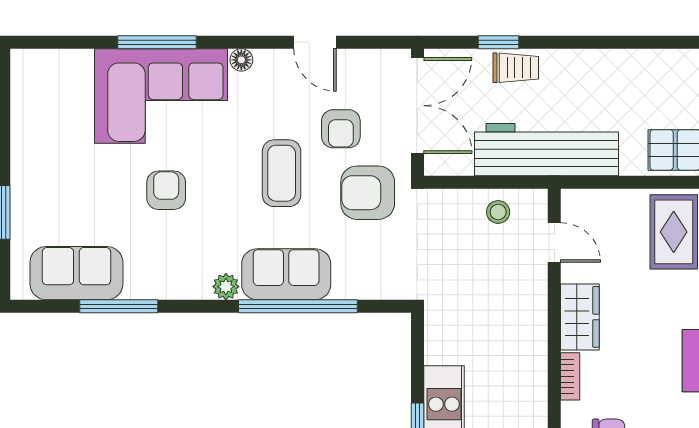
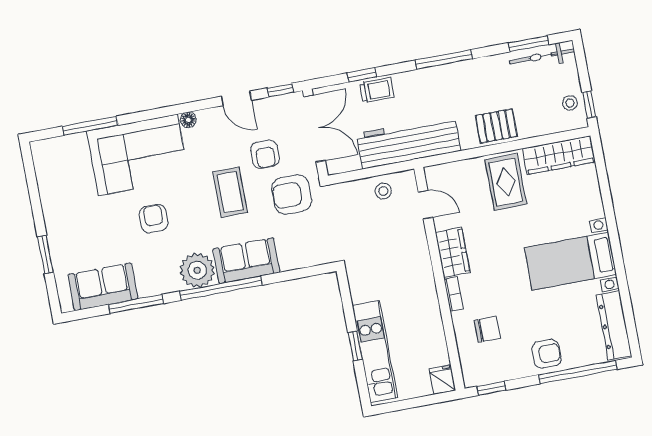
window: (157, 42) -> (90, 126), moved
window: (379, 42) -> (280, 90), added
window: (619, 42) -> (444, 60), added
plant: (226, 287) -> (197, 270), width x1.88, depth x1.88
window: (298, 306) -> (221, 288), moved

